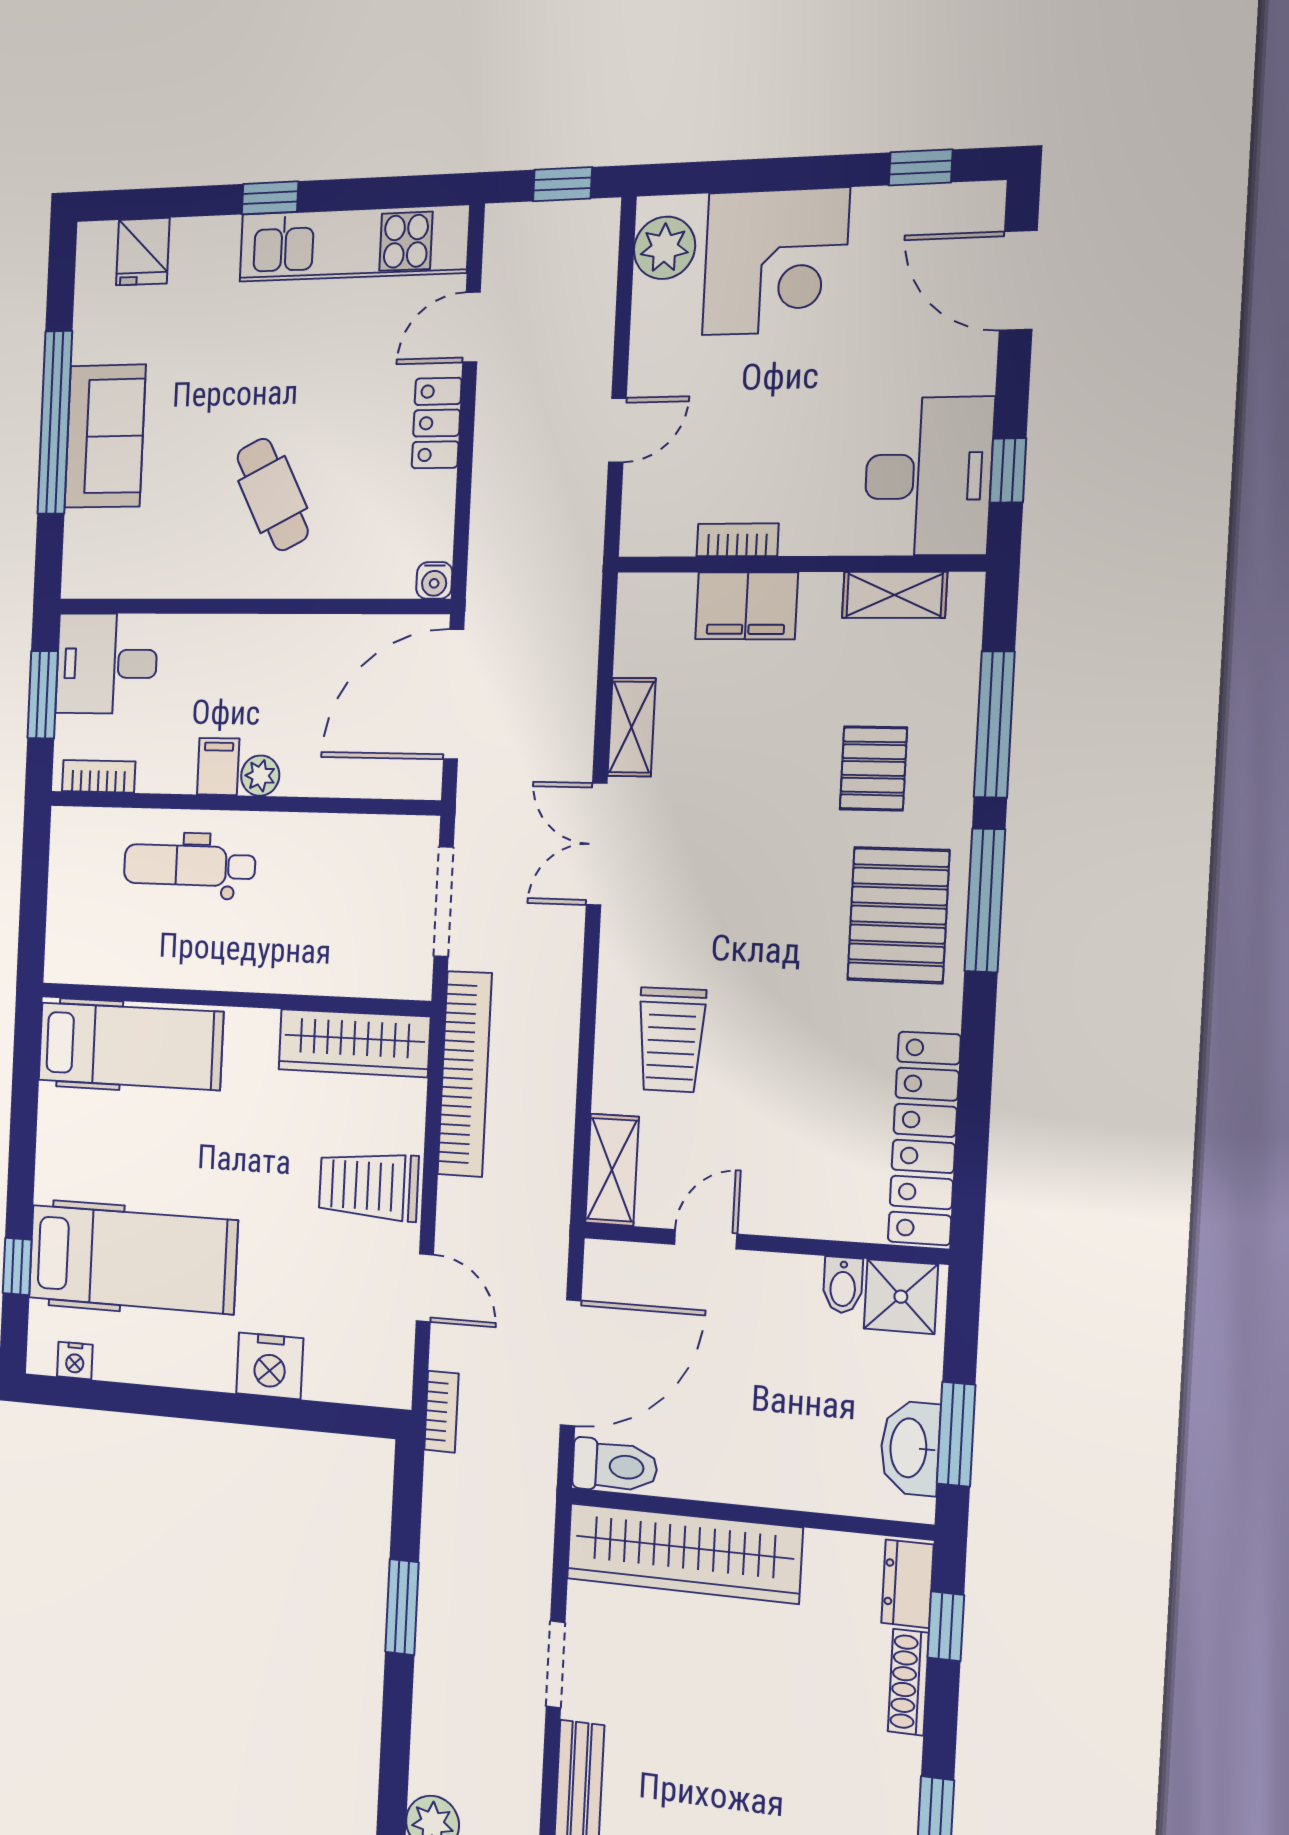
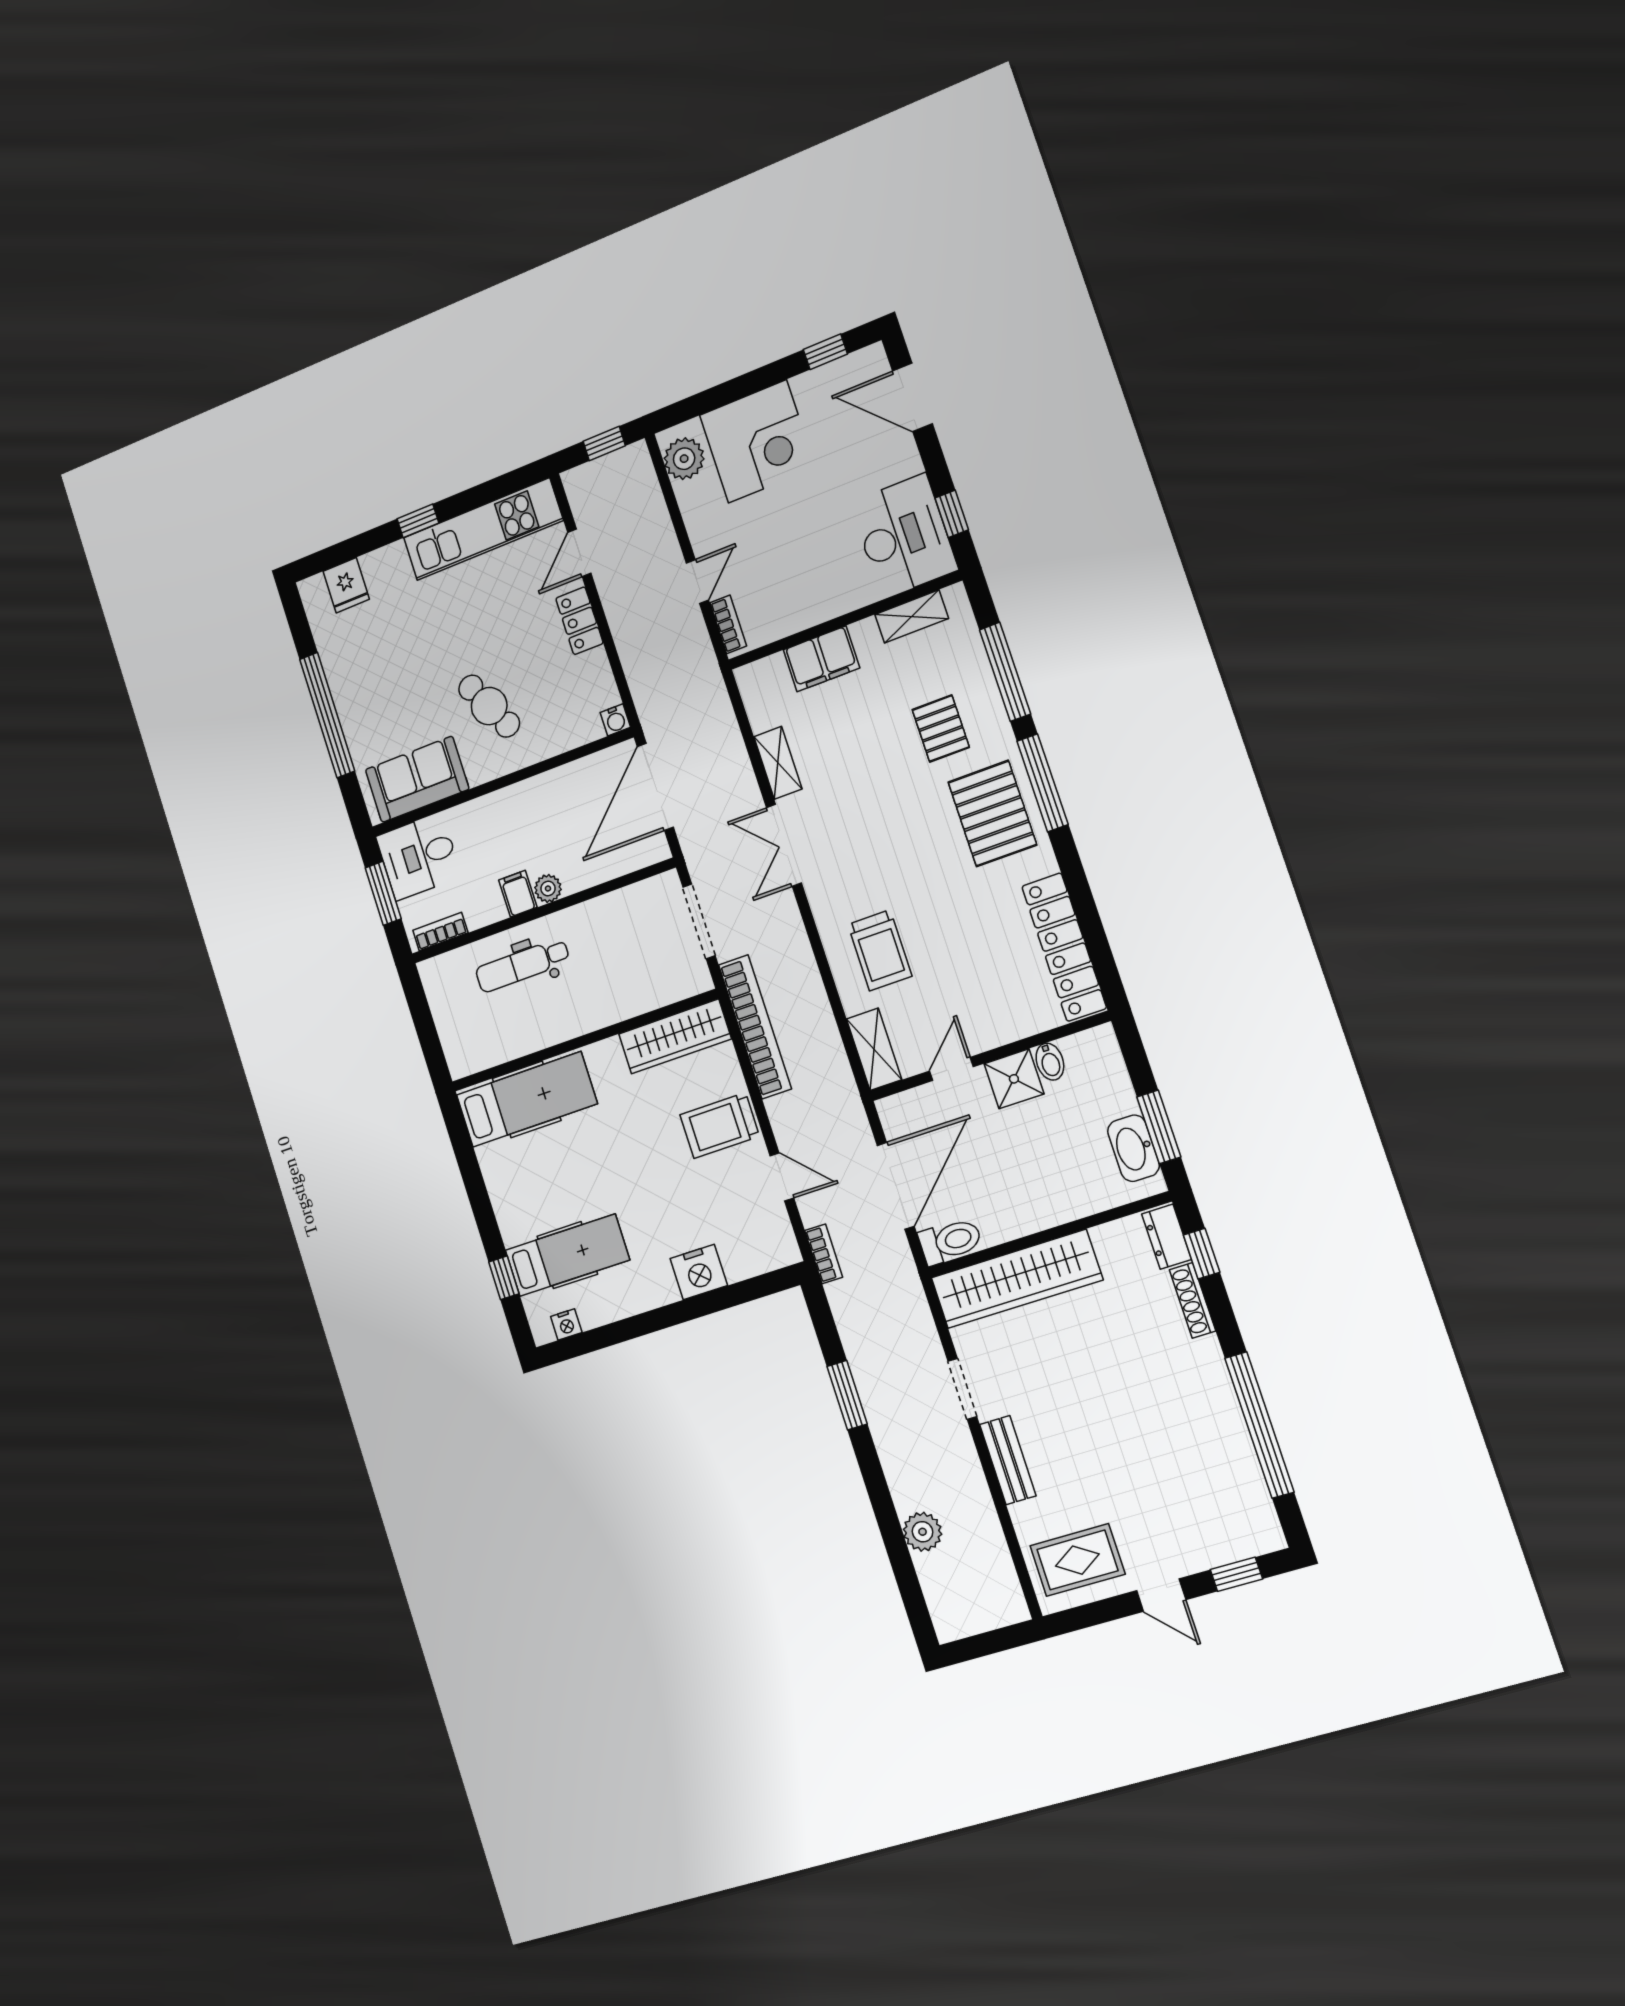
sofa: (105, 436) -> (417, 779), moved, turned -90
bookcase: (737, 540) -> (728, 624), moved, turned 90
hospital bed: (132, 1259) -> (567, 1255), width x0.73, depth x0.78
shower: (901, 1297) -> (1014, 1079), moved

